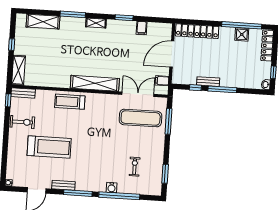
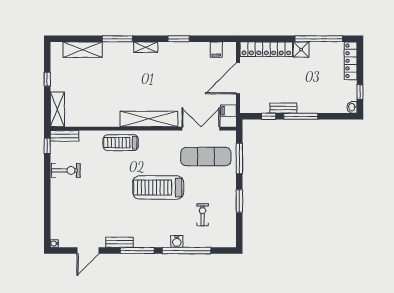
filing cabinet: (142, 28) -> (216, 50), moved
shower: (242, 34) -> (301, 50), moved
treadmill: (49, 147) -> (158, 187), moved, turned 180
window: (165, 174) -> (239, 201), moved

